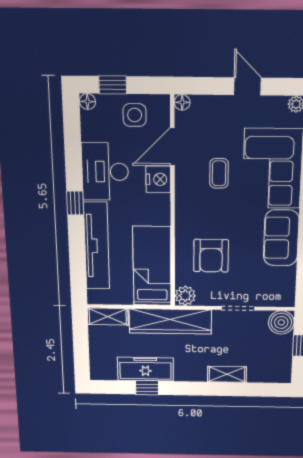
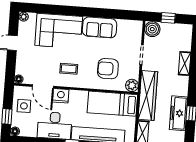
coffee table: (219, 173) -> (69, 69), moved
armchair: (211, 256) -> (108, 69), turned 180

